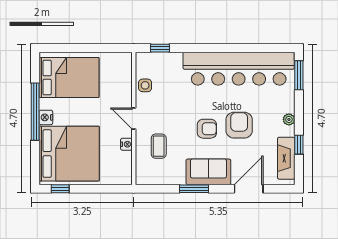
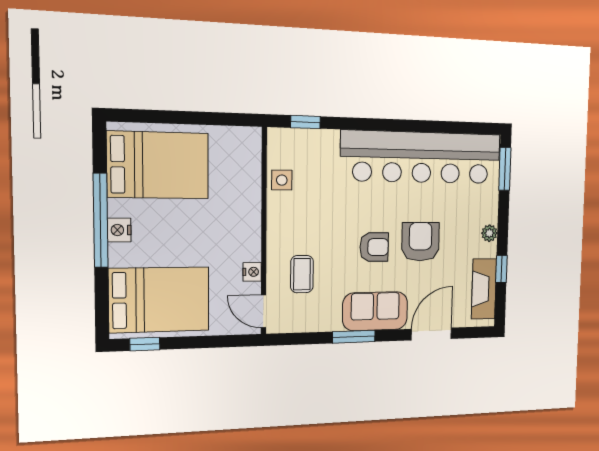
door: (134, 119) -> (263, 311), moved
bed: (69, 154) -> (159, 300), width x0.73

